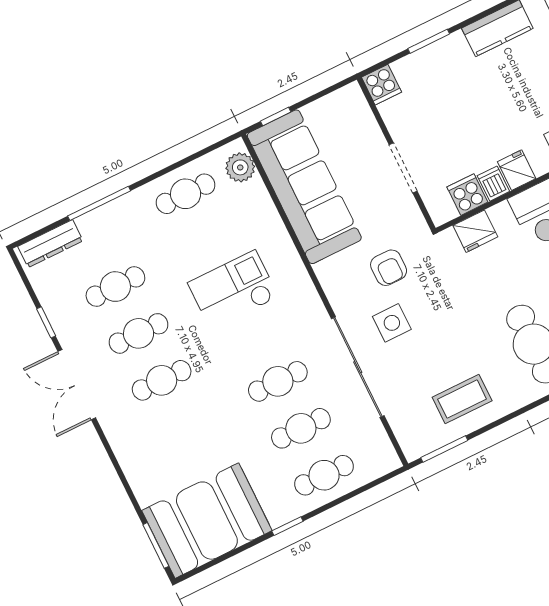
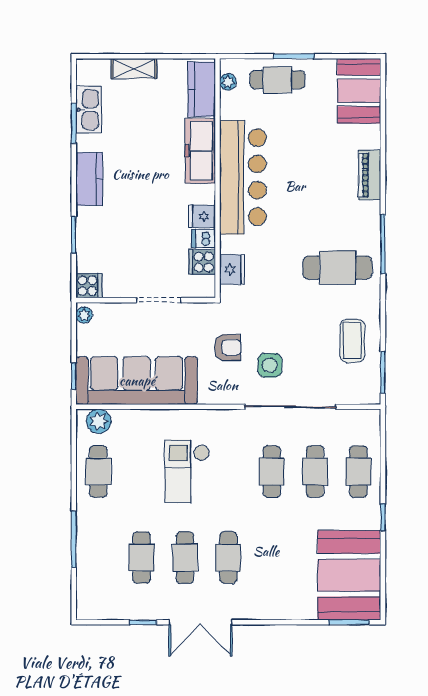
plant: (347, 95) -> (84, 315), added
dresser: (50, 244) -> (86, 590), removed

